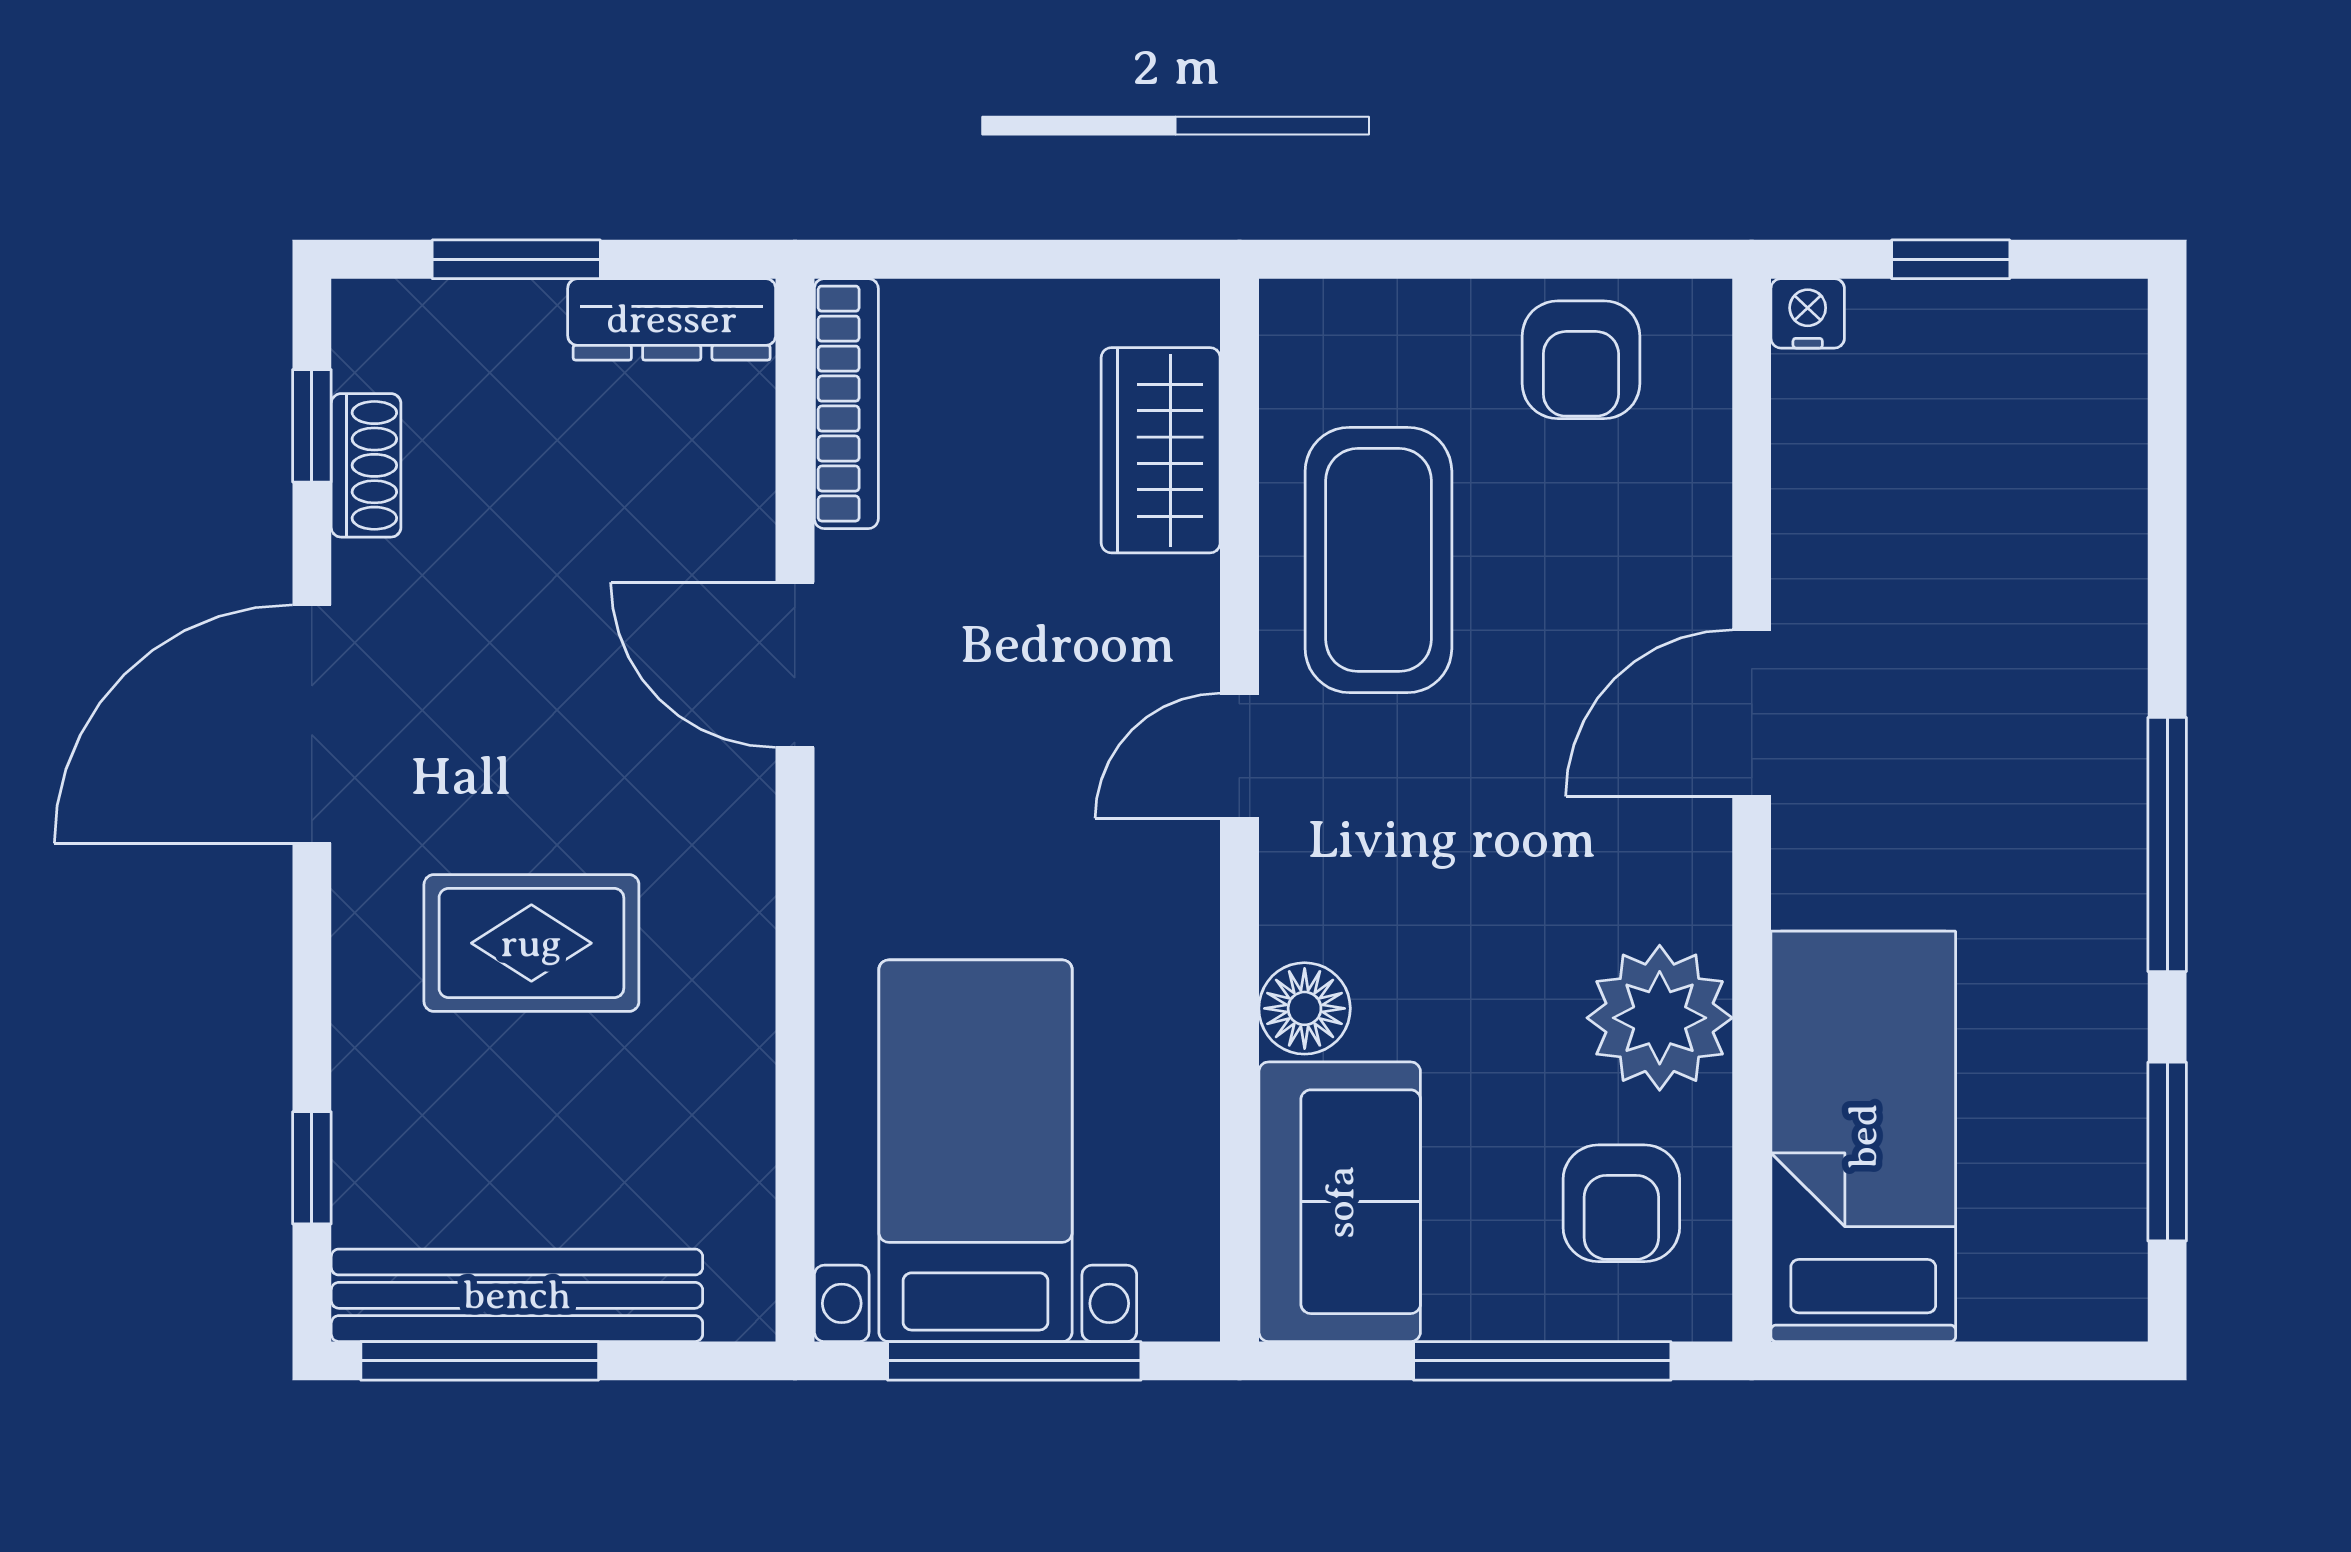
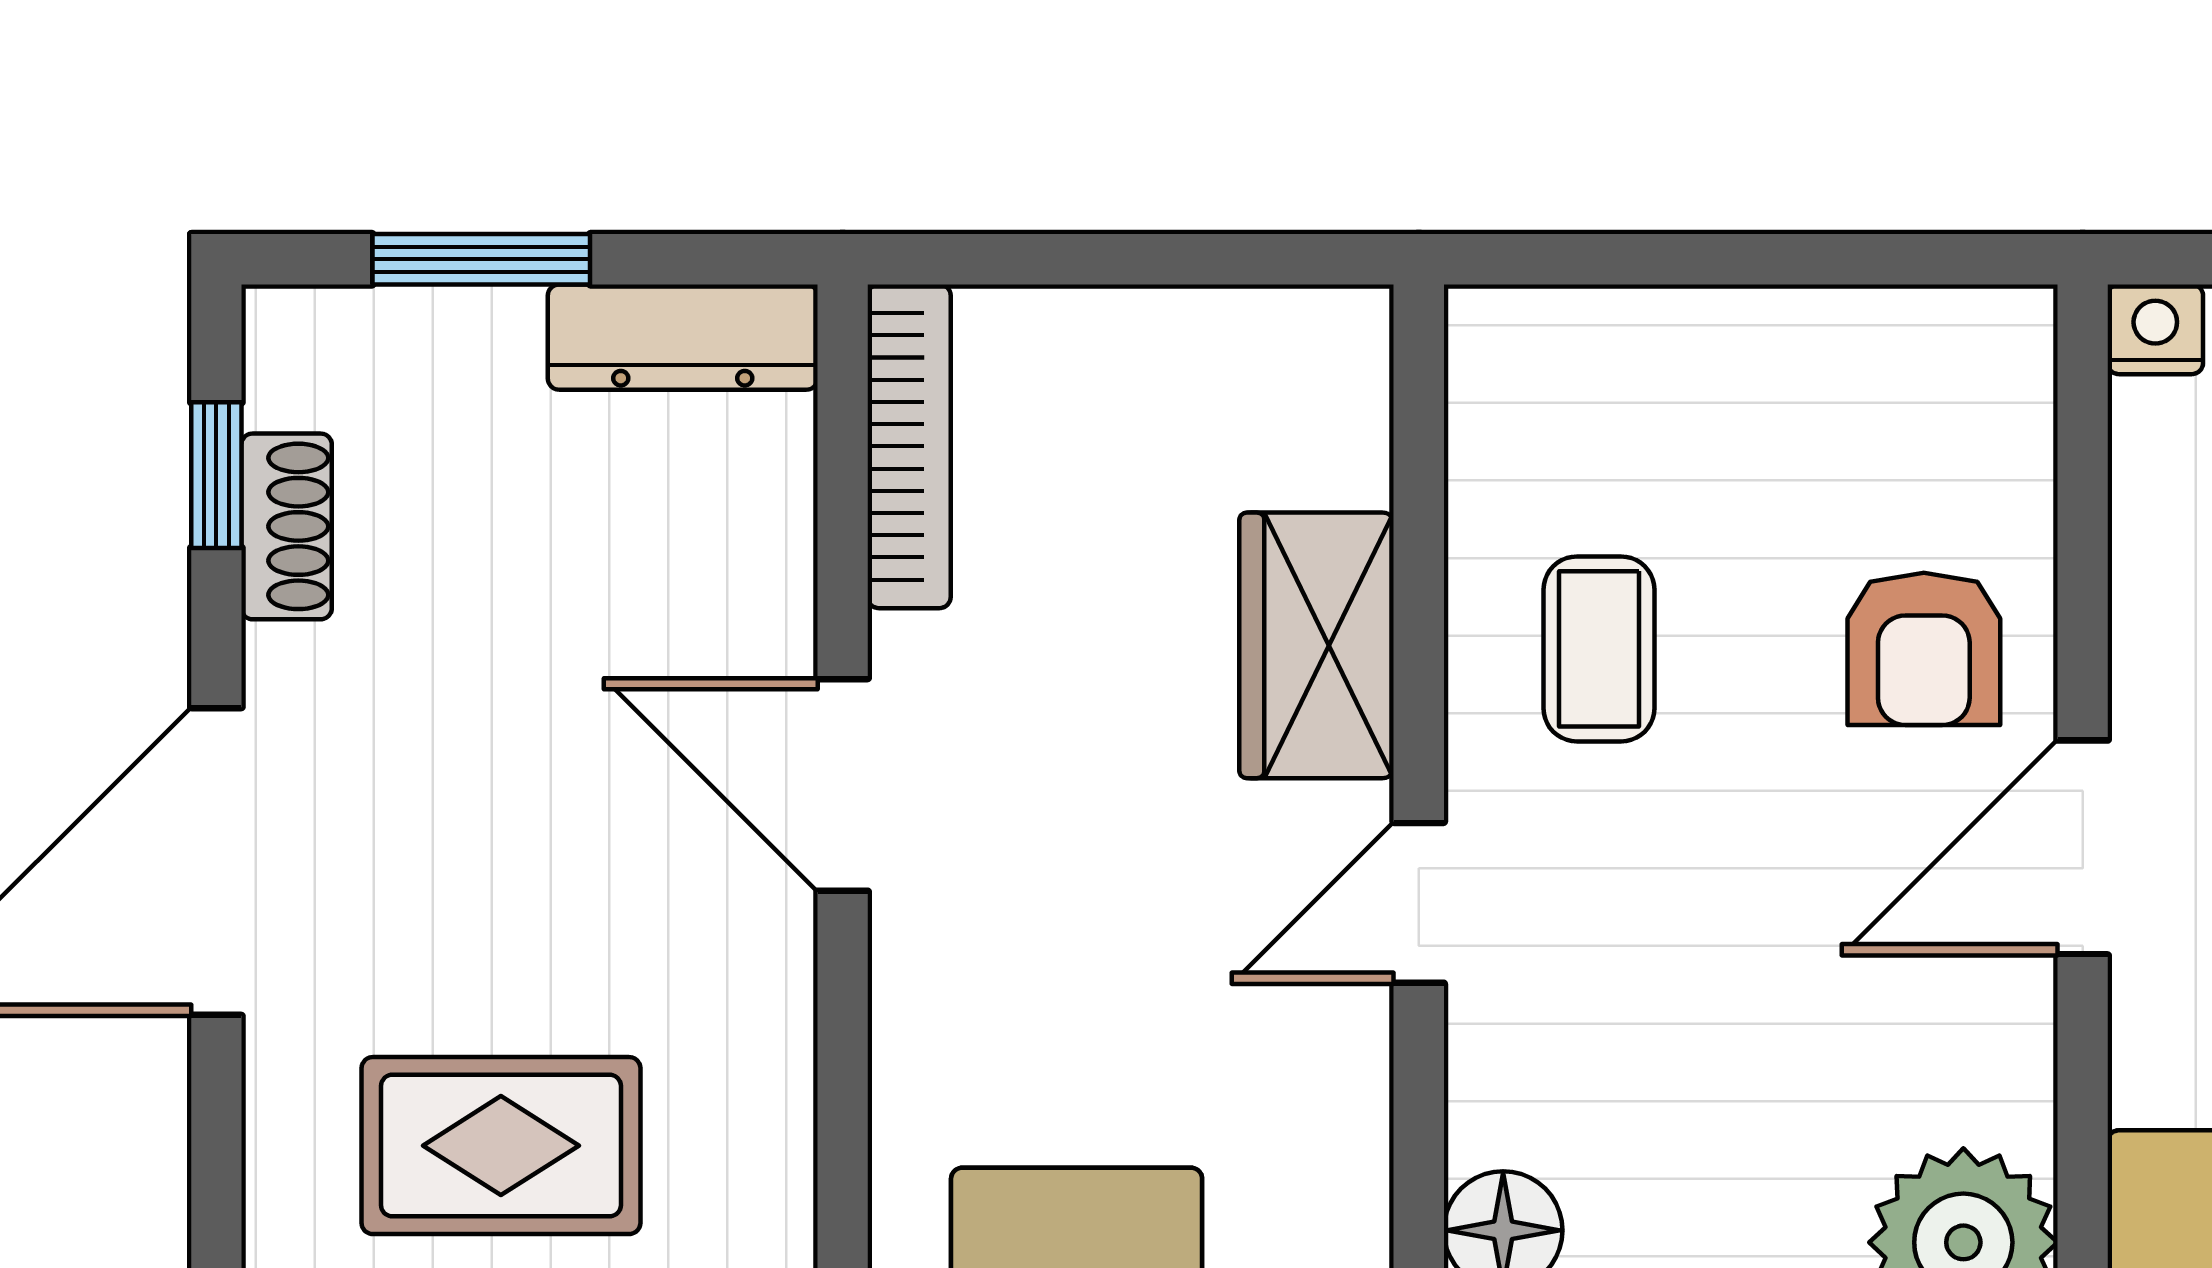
armchair: (1581, 360) -> (1924, 649), moved
wardrobe: (1161, 450) -> (1317, 645), moved
coffee table: (1378, 560) -> (1599, 649), width x0.54, depth x0.58

